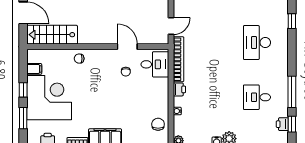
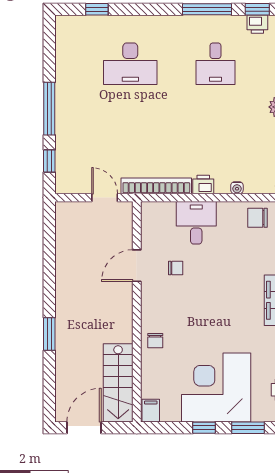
desk: (155, 64) -> (196, 223), moved
filing cabinet: (34, 69) -> (151, 411), moved

